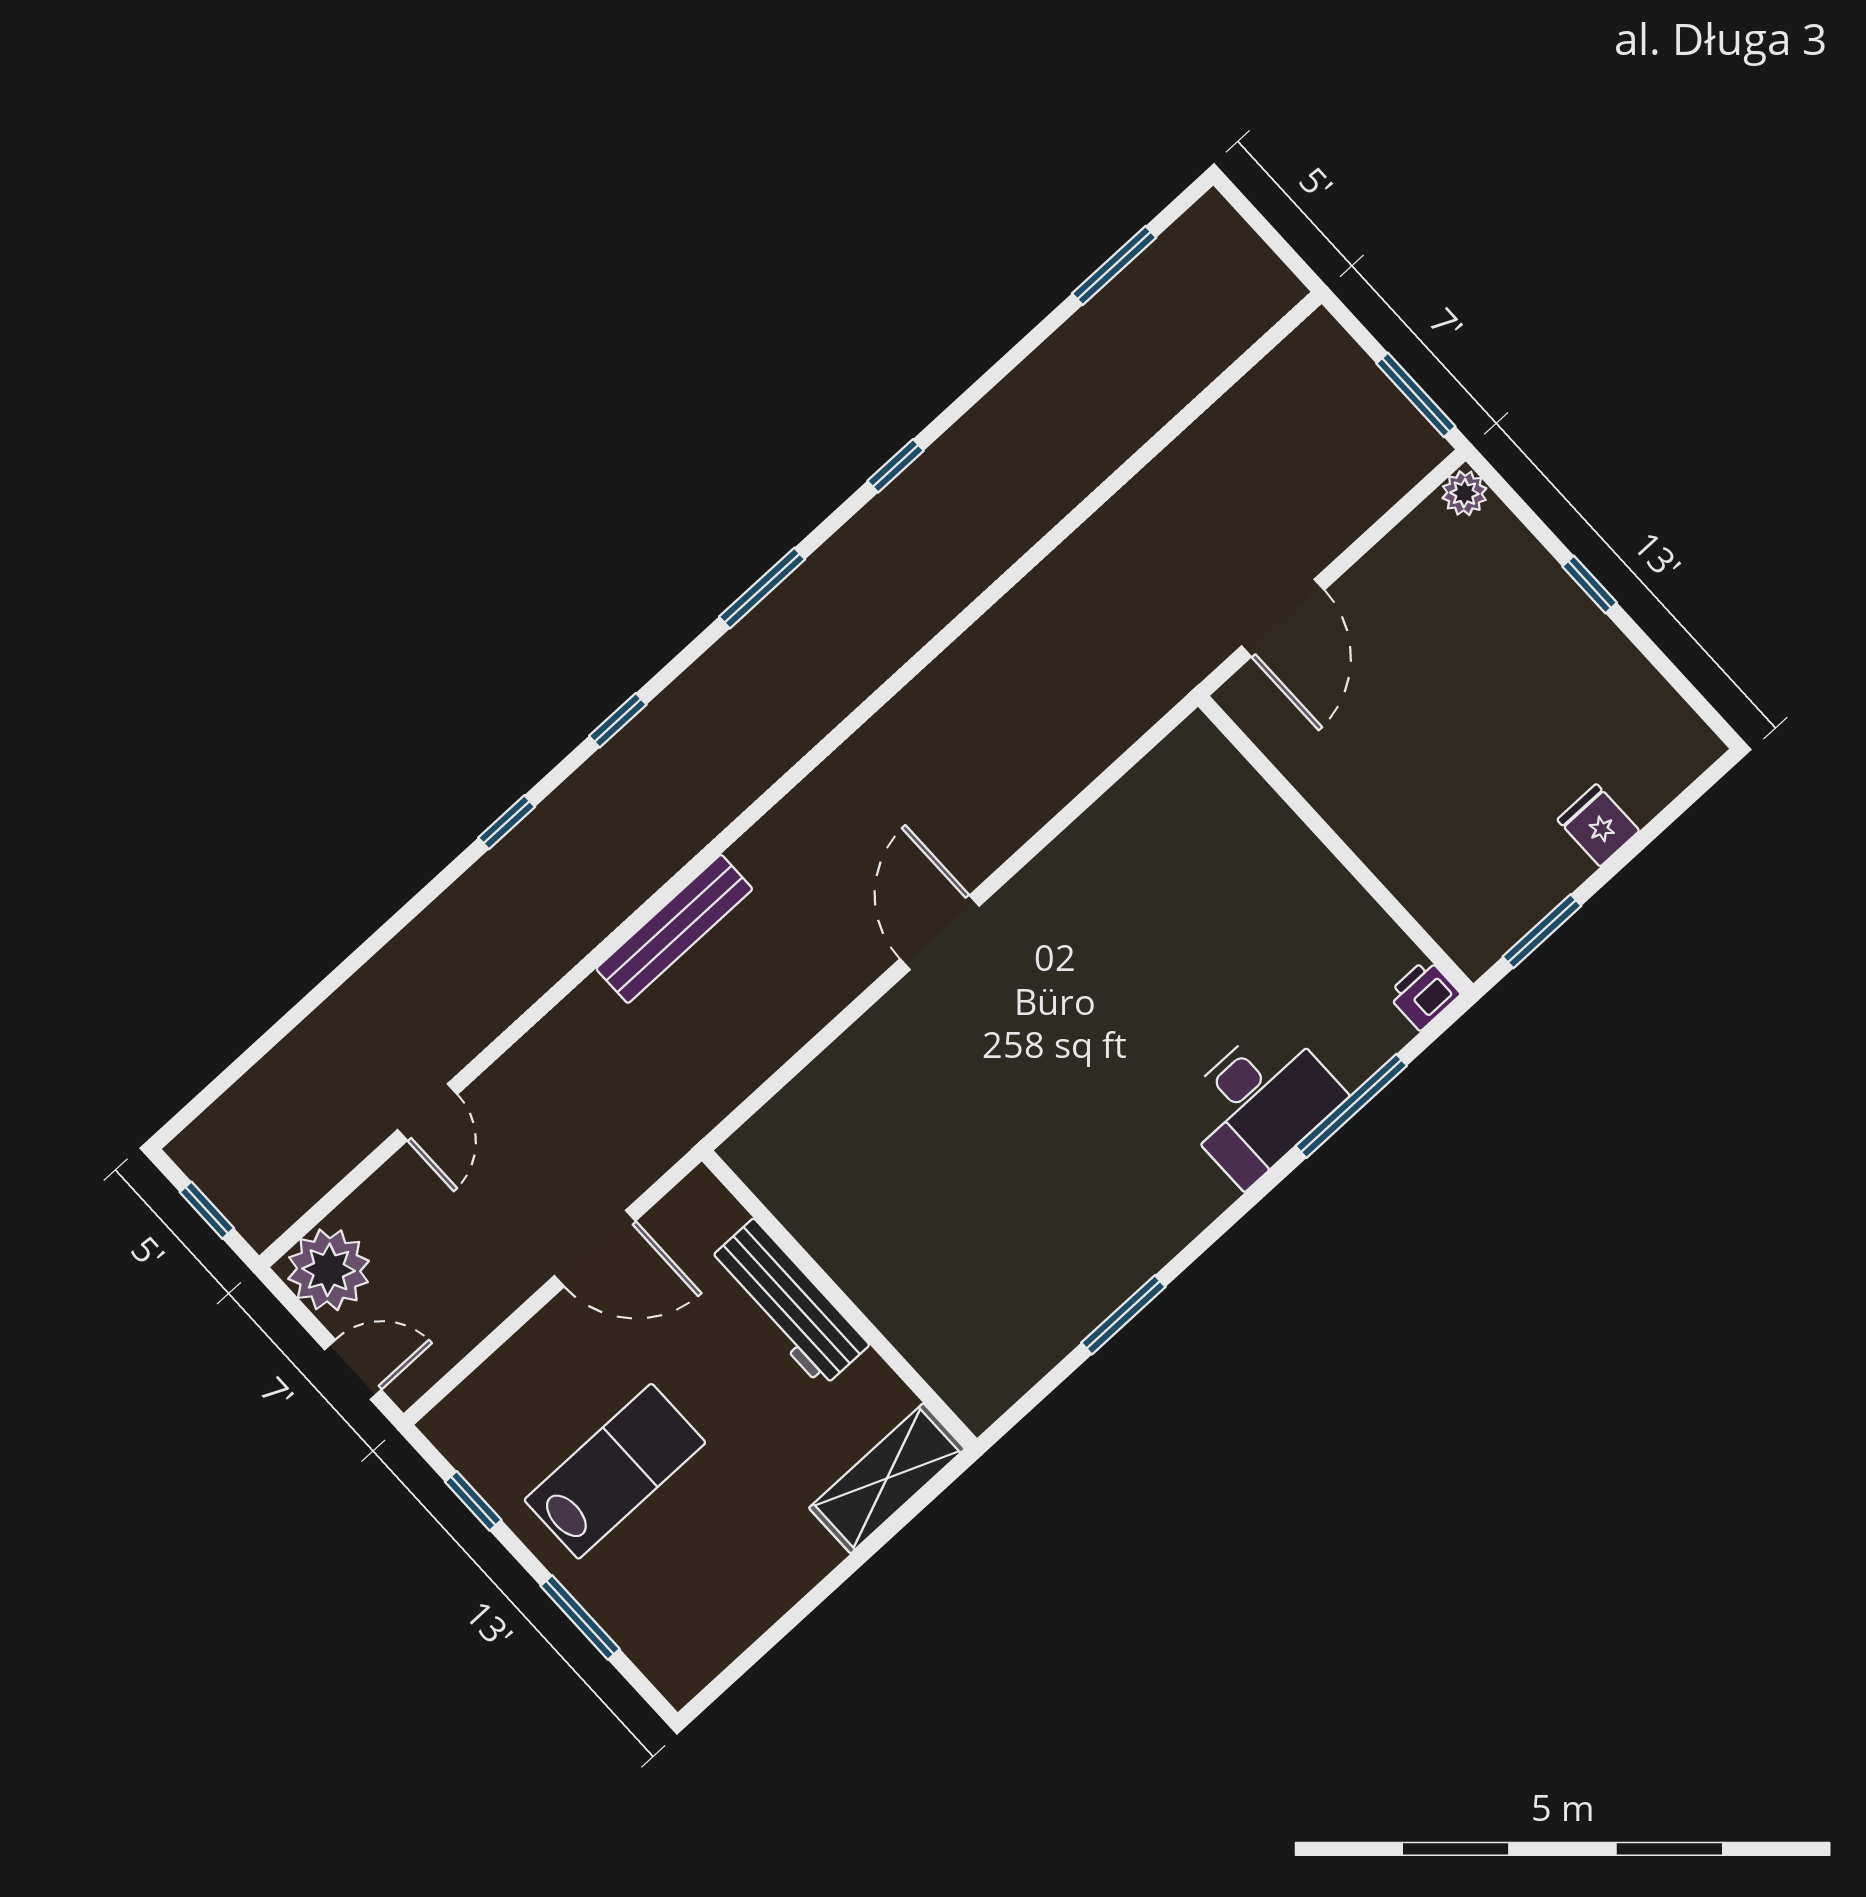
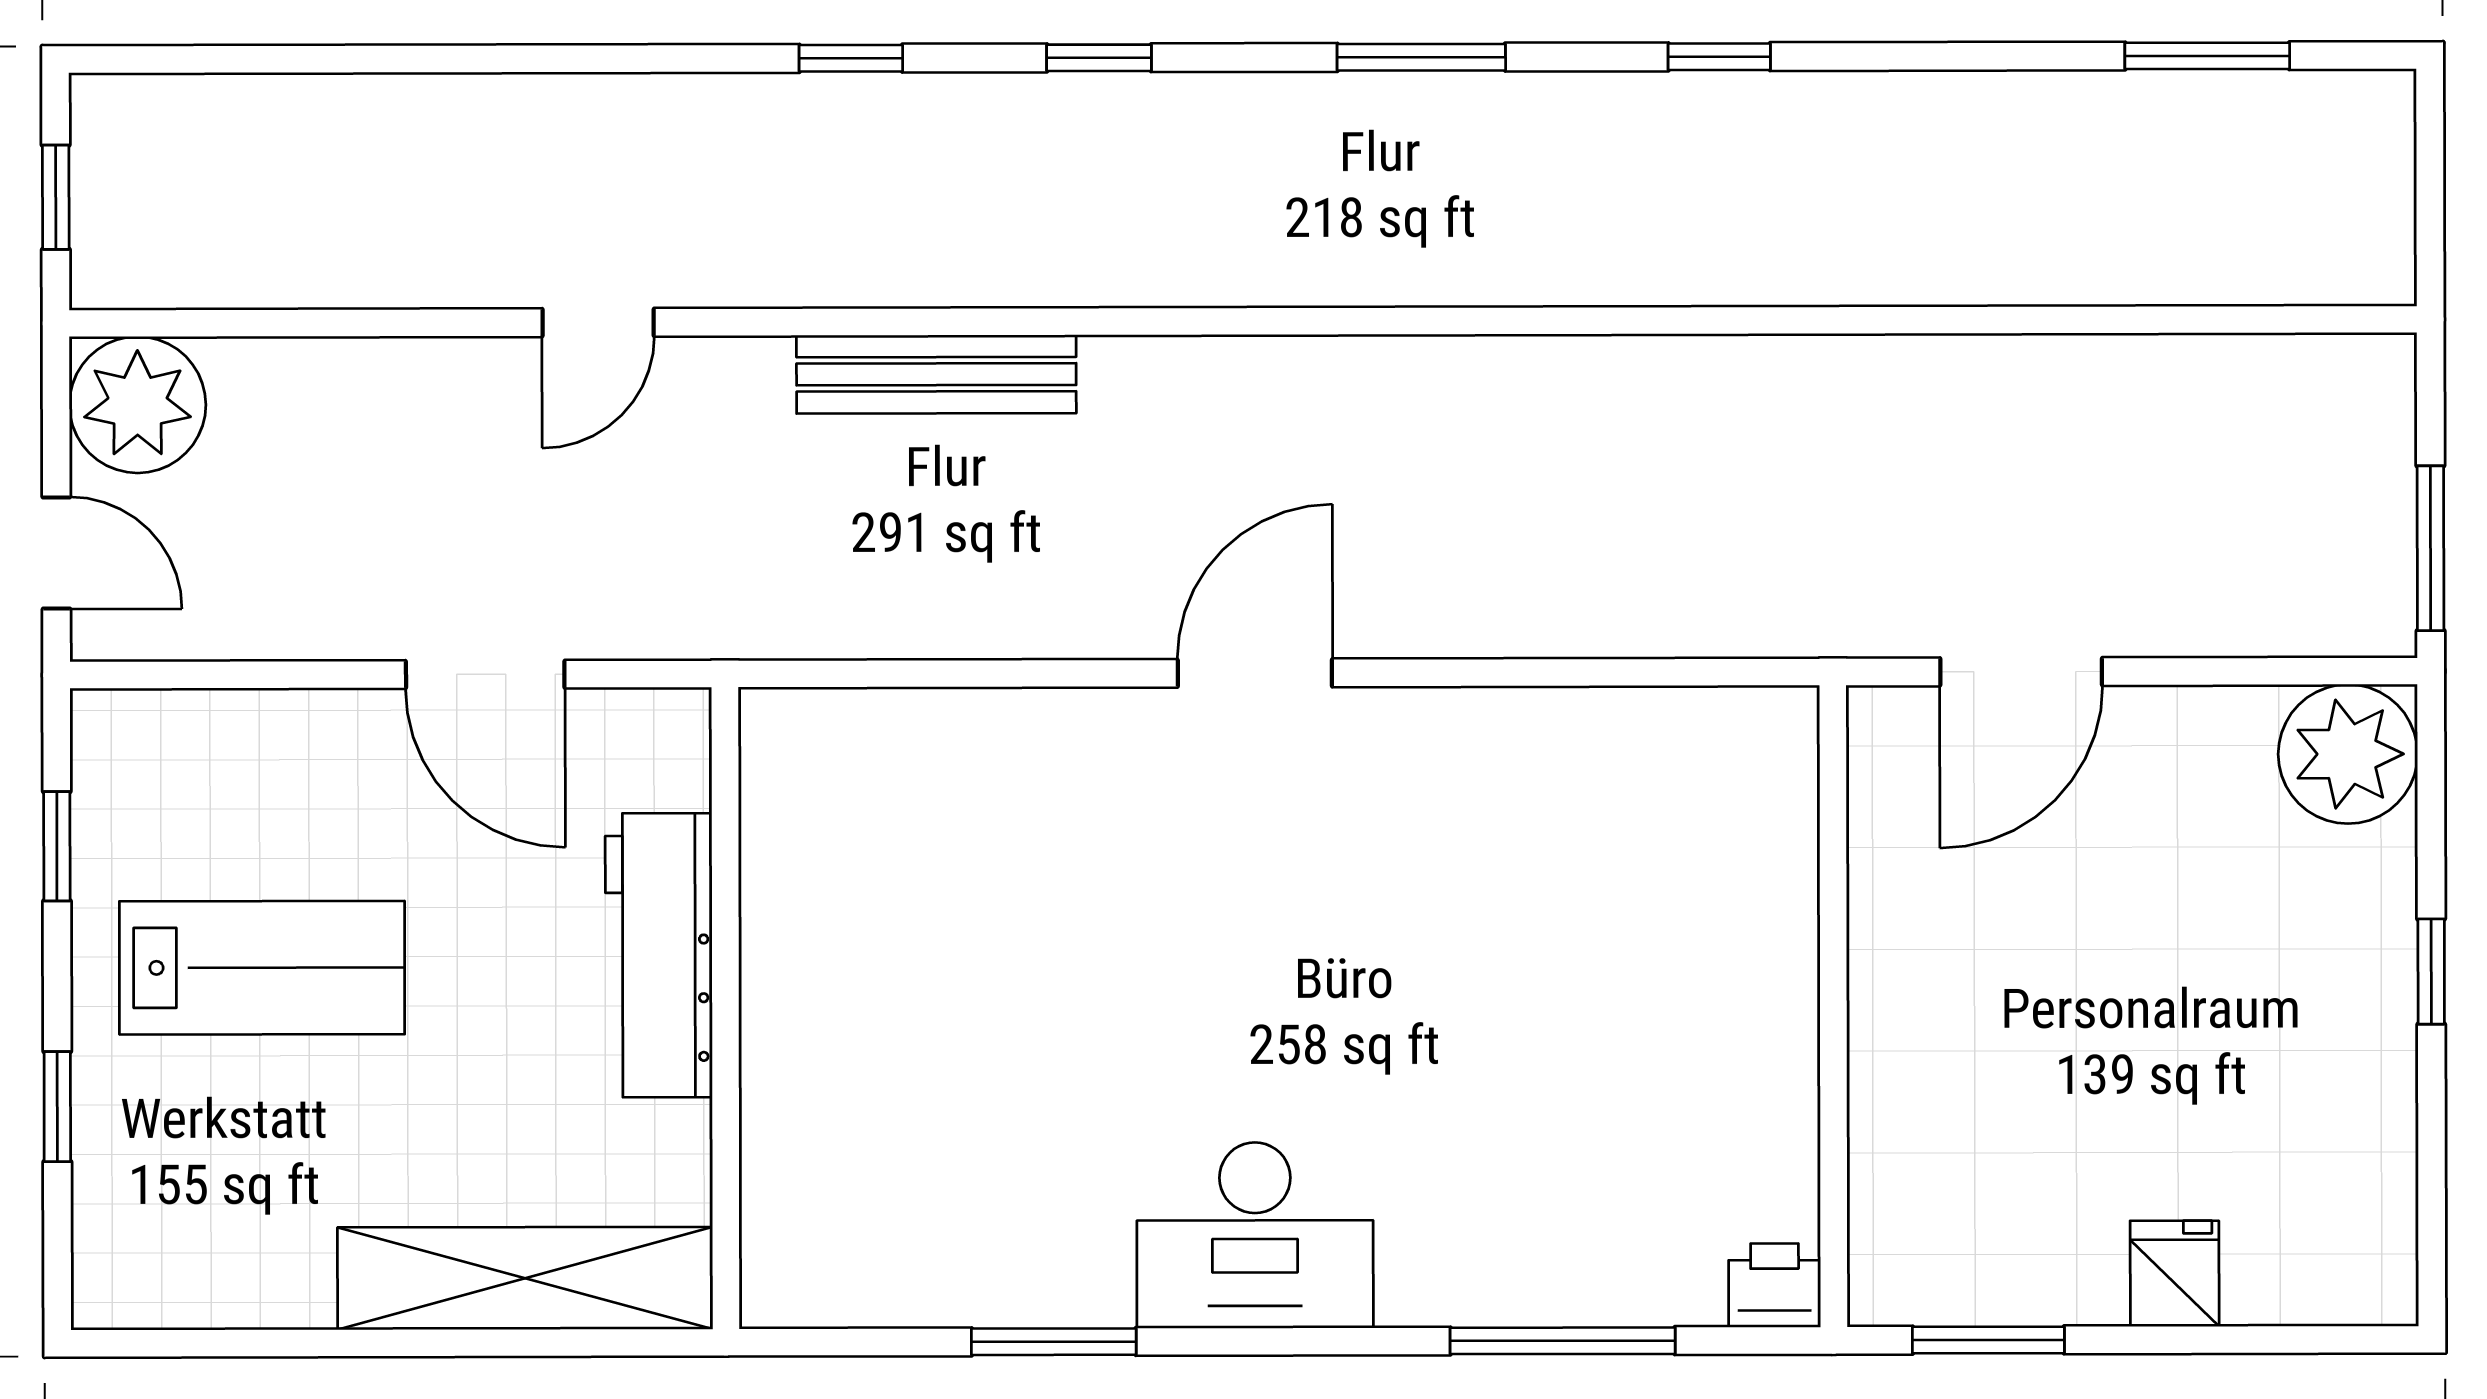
plant: (1464, 493) -> (2348, 754), width x1.88, depth x1.88
desk: (1259, 1103) -> (1255, 1235), moved
door: (427, 1112) -> (598, 322), moved
shelving: (887, 1478) -> (525, 1278), width x1.47
window: (580, 1617) -> (57, 1107), width x0.67

